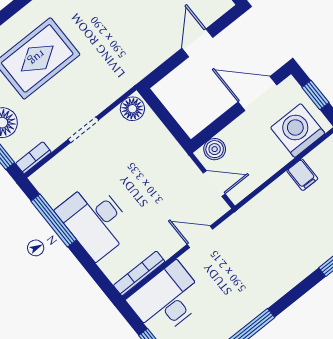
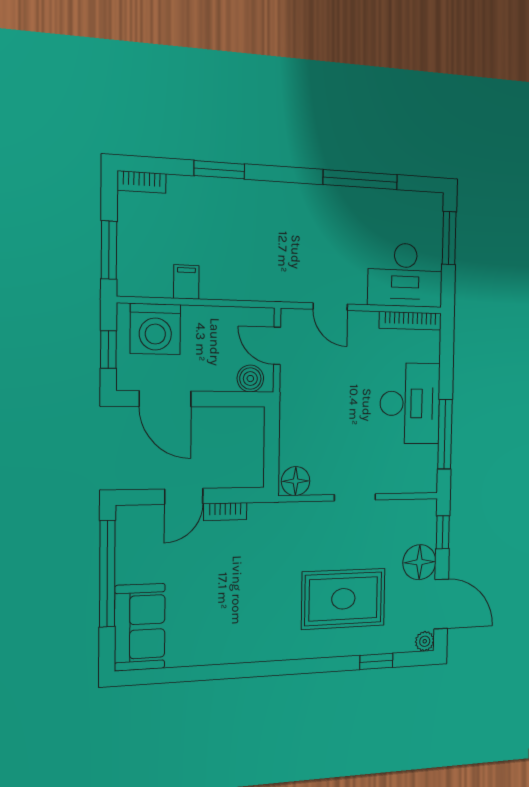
bookcase: (33, 158) -> (225, 512), moved

